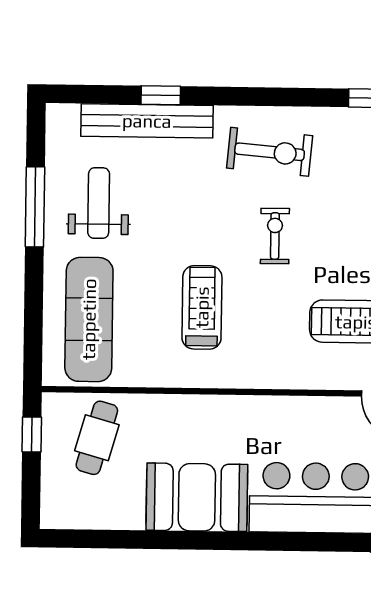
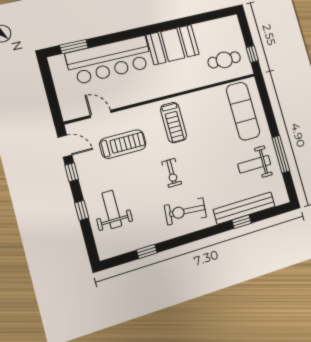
weight bench: (99, 203) -> (254, 164), turned 90
treadmill: (202, 307) -> (174, 123), moved
cafe table: (97, 438) -> (224, 60), turned 74

